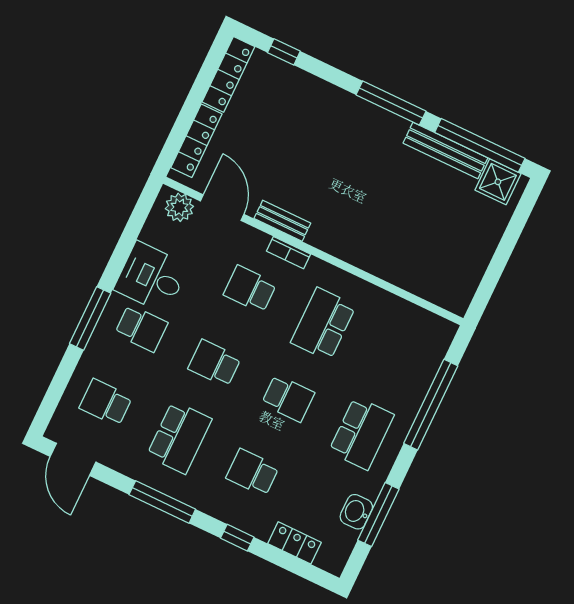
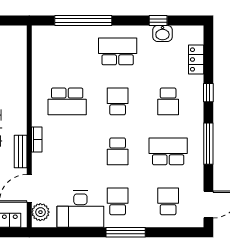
desk: (151, 277) -> (80, 209), width x1.37
school desk: (250, 289) -> (67, 151), removed
school desk: (106, 402) -> (168, 201), turned 180
window: (378, 515) -> (158, 21), width x0.46

